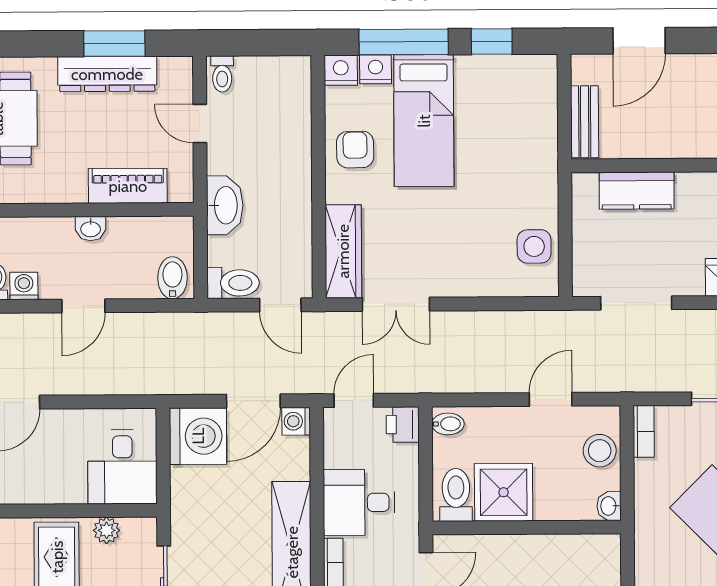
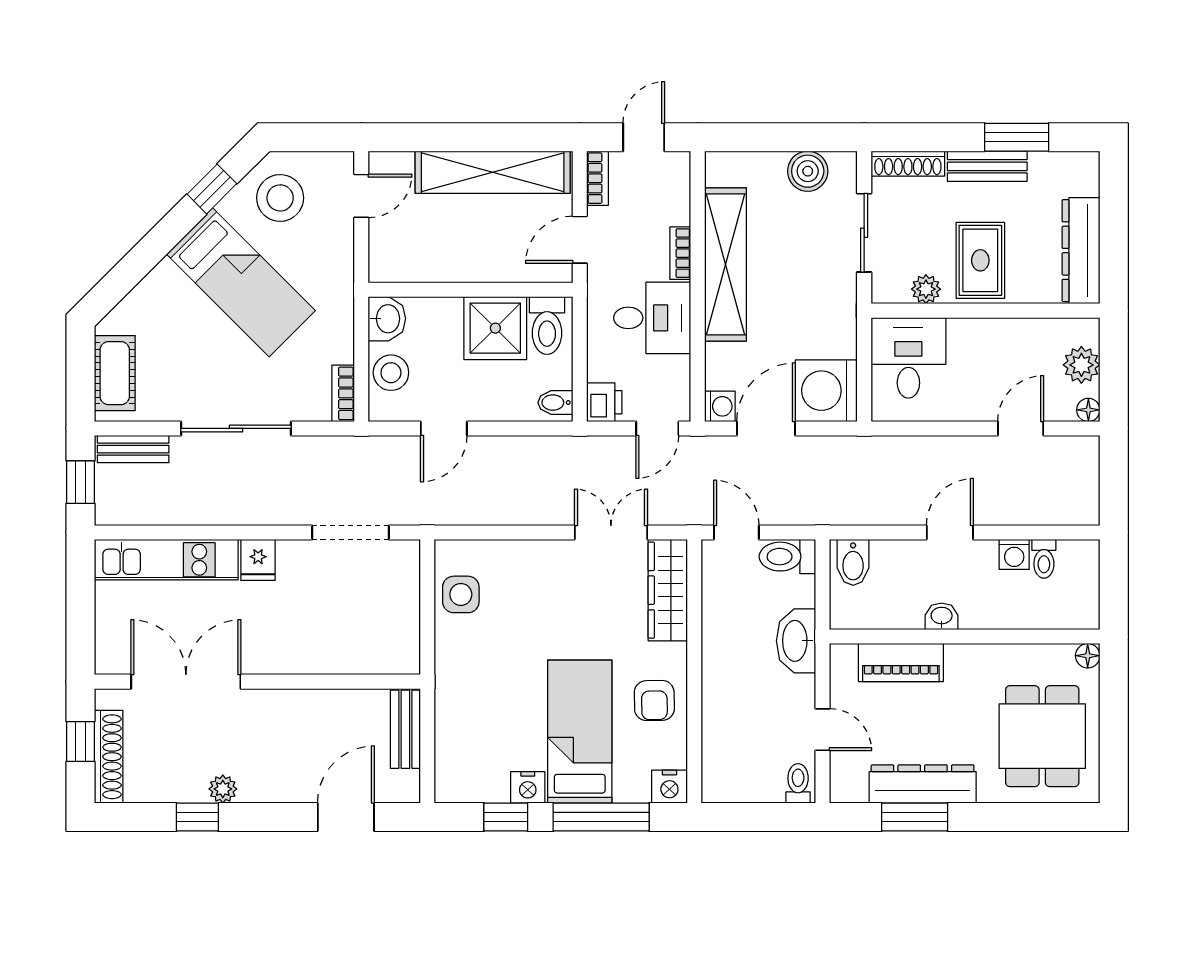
nightstand: (376, 69) -> (528, 787), moved
kitchen counter: (637, 191) -> (349, 655), removed
washbasin: (609, 506) -> (387, 319), width x1.38, depth x1.45

